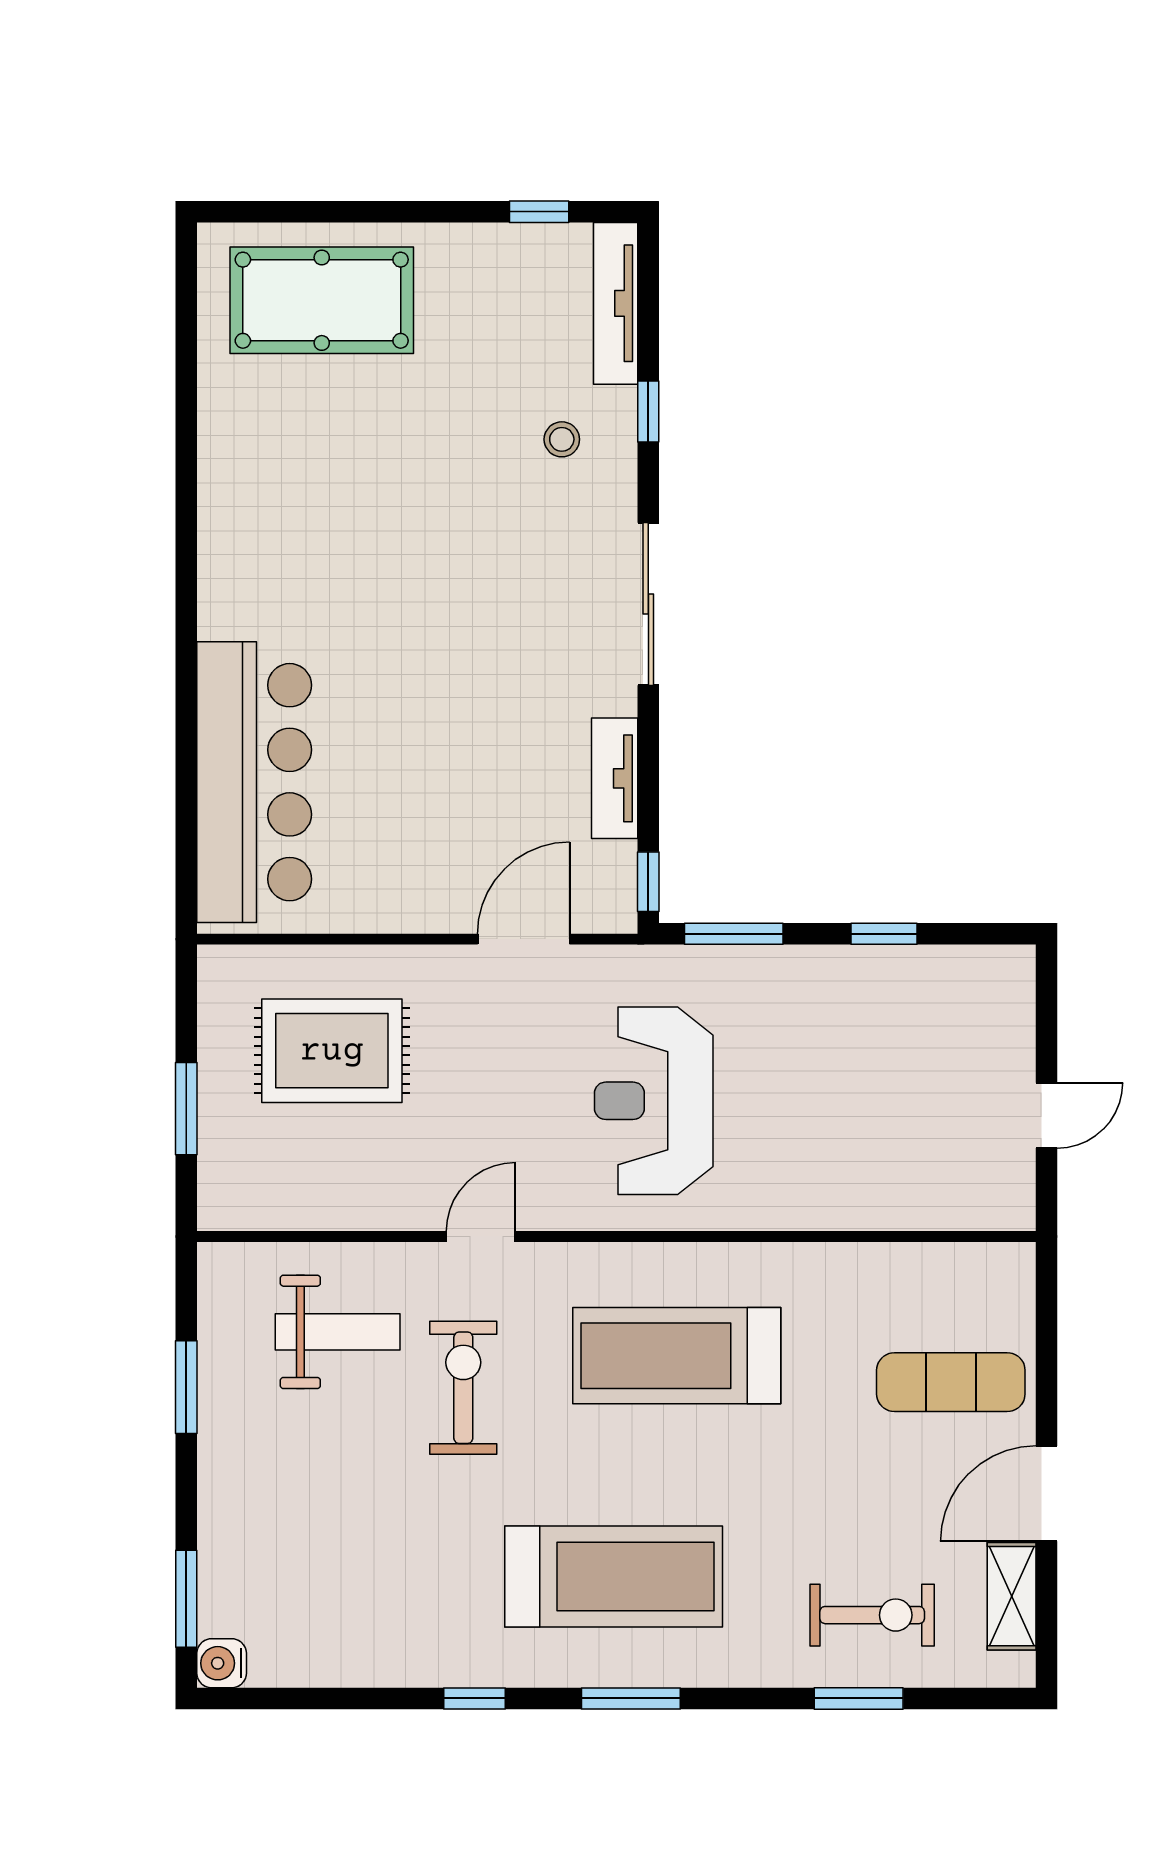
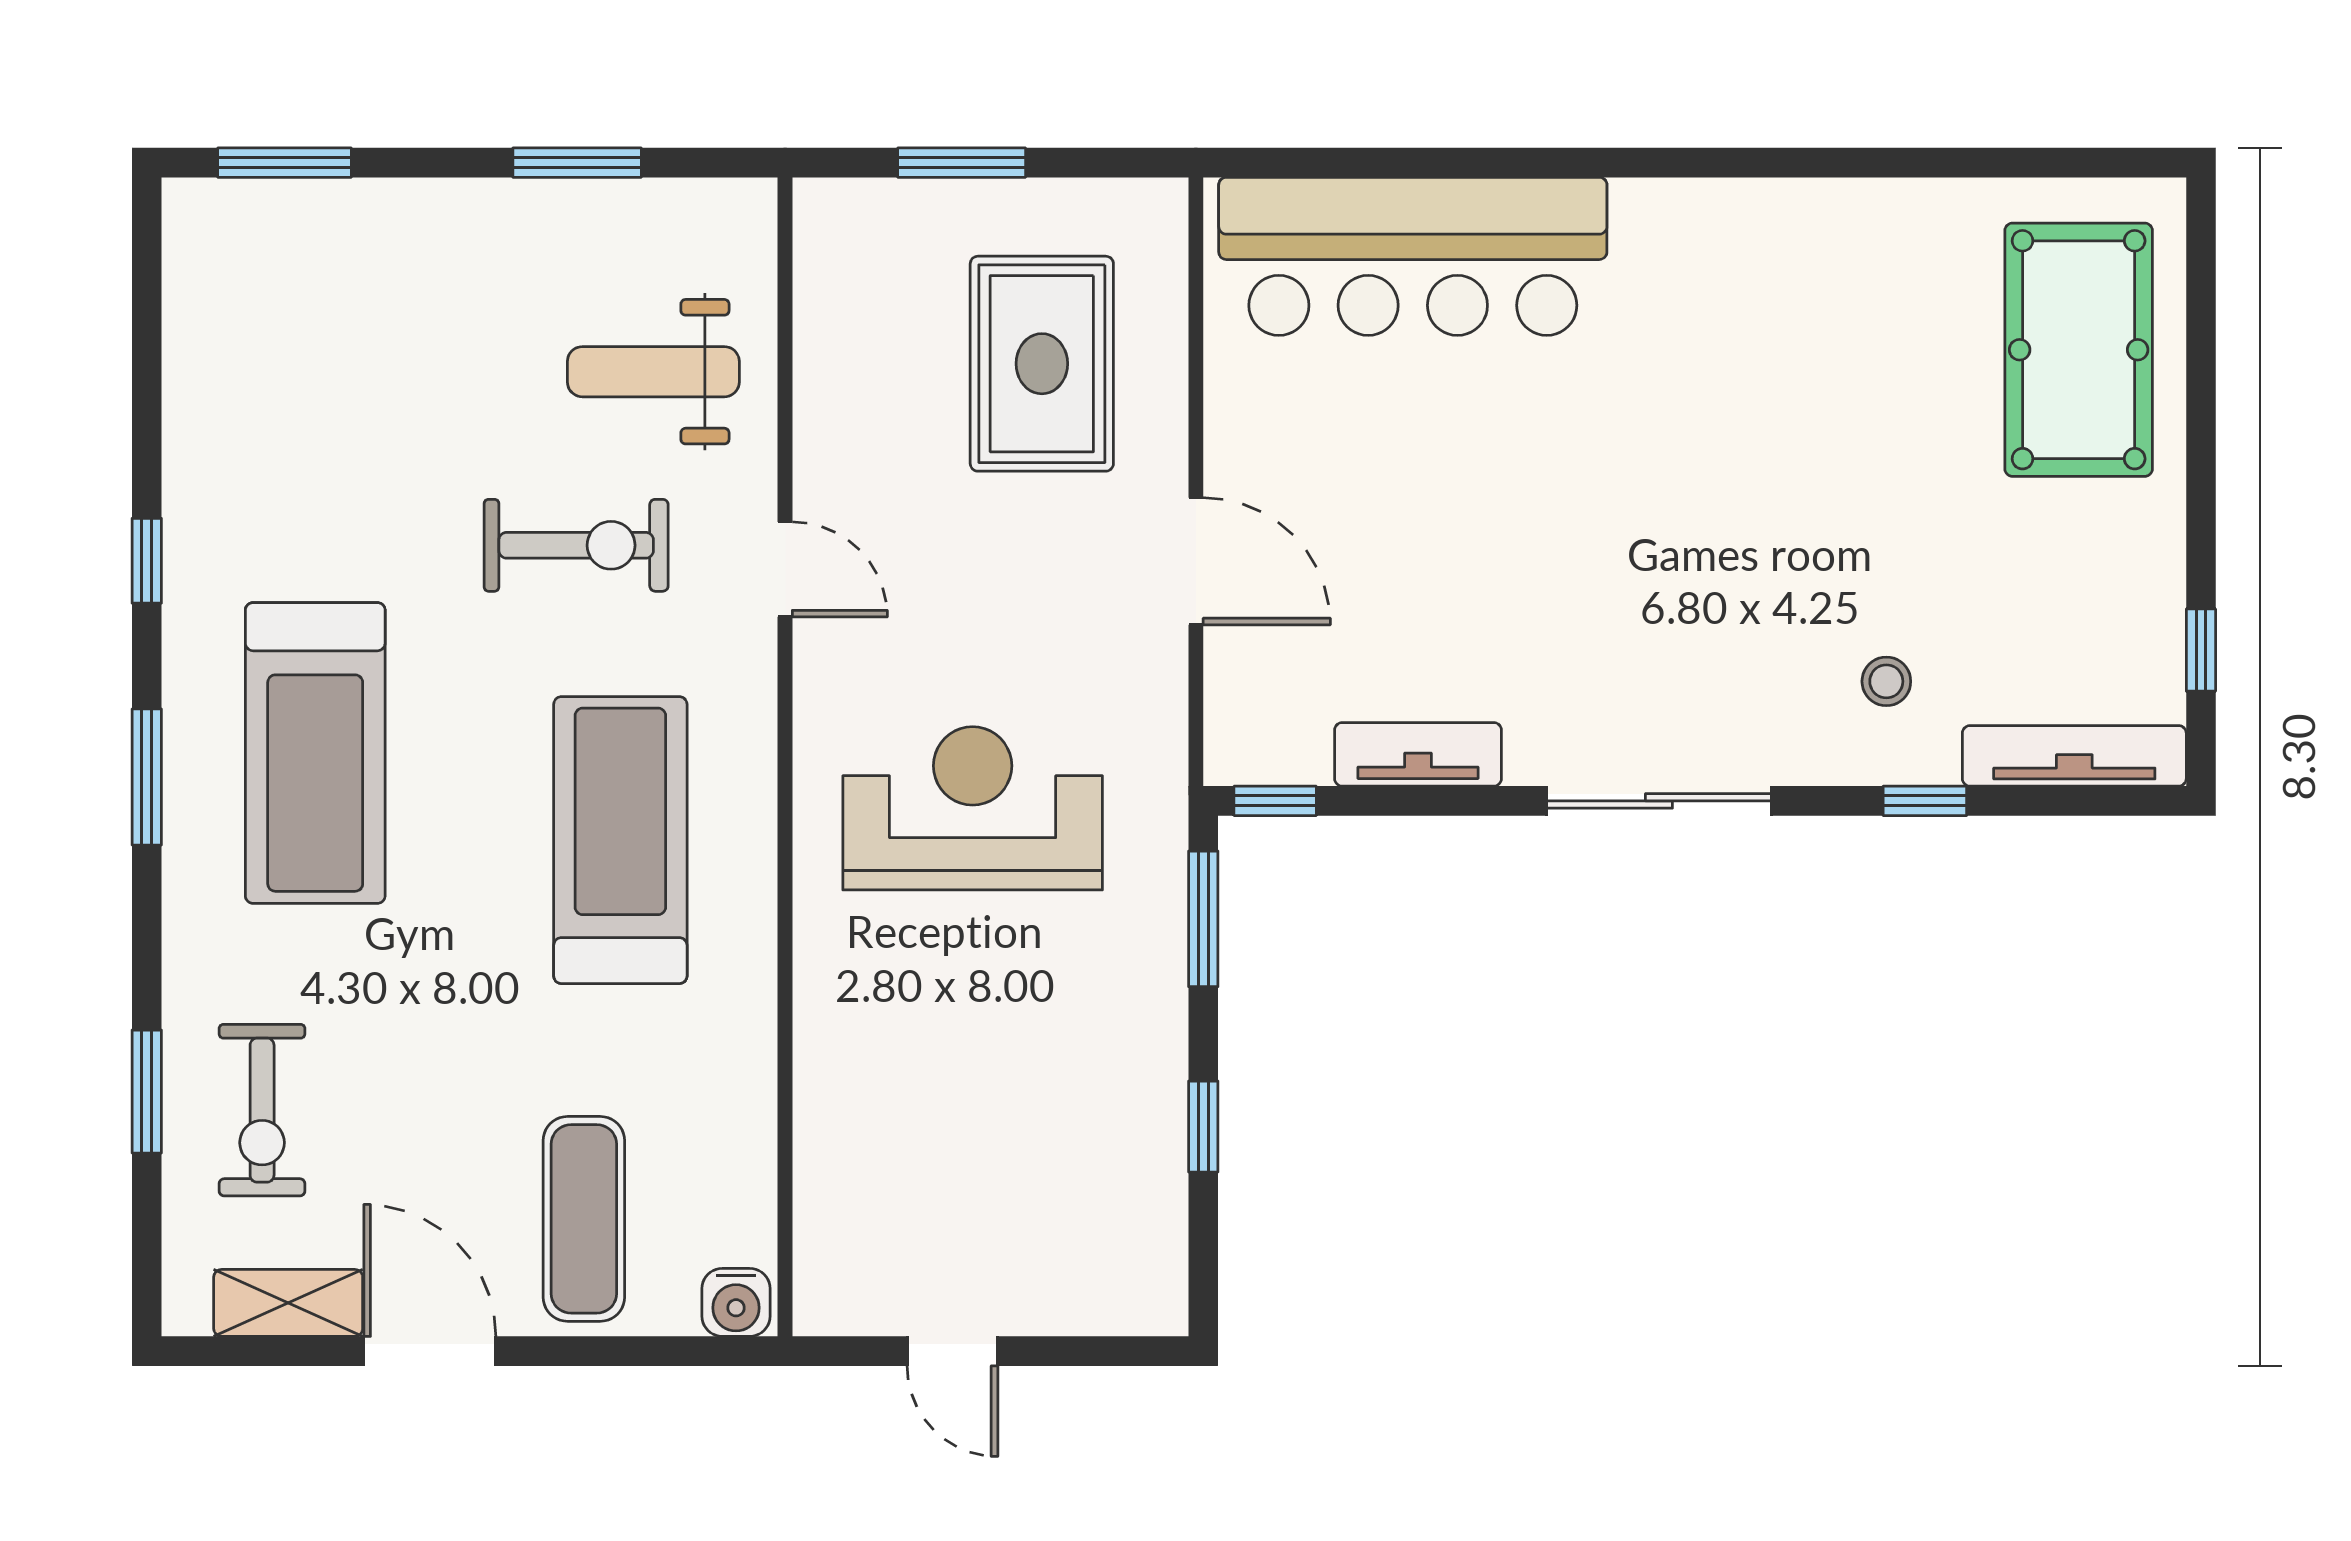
door: (524, 939) -> (1196, 561), moved
weight bench: (338, 1332) -> (653, 372), turned 90
water cooler: (222, 1663) -> (736, 1302), moved, turned 180

